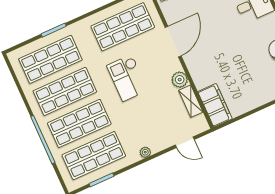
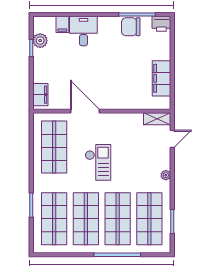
checkout: (127, 78) -> (98, 162), turned -90
plant: (180, 80) -> (119, 120), removed
shelving: (191, 101) -> (157, 119), moved
filing cabinet: (215, 105) -> (162, 78), moved, turned -90

